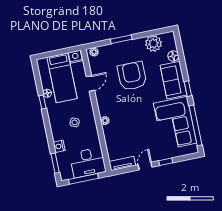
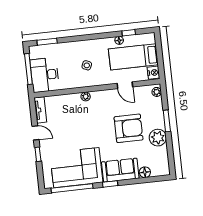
plant: (153, 43) -> (158, 138), moved
window: (43, 102) -> (129, 33), moved
nightstand: (59, 146) -> (64, 47), removed

